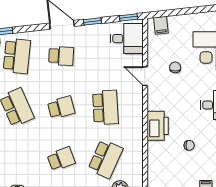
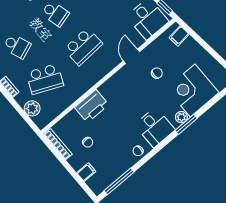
printer: (158, 126) -> (92, 106), moved
chair: (189, 145) -> (88, 142), moved

